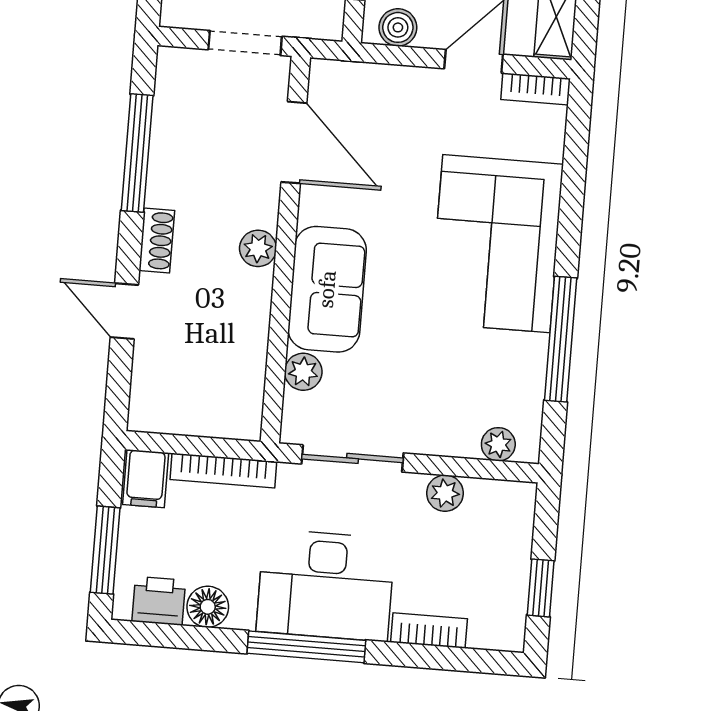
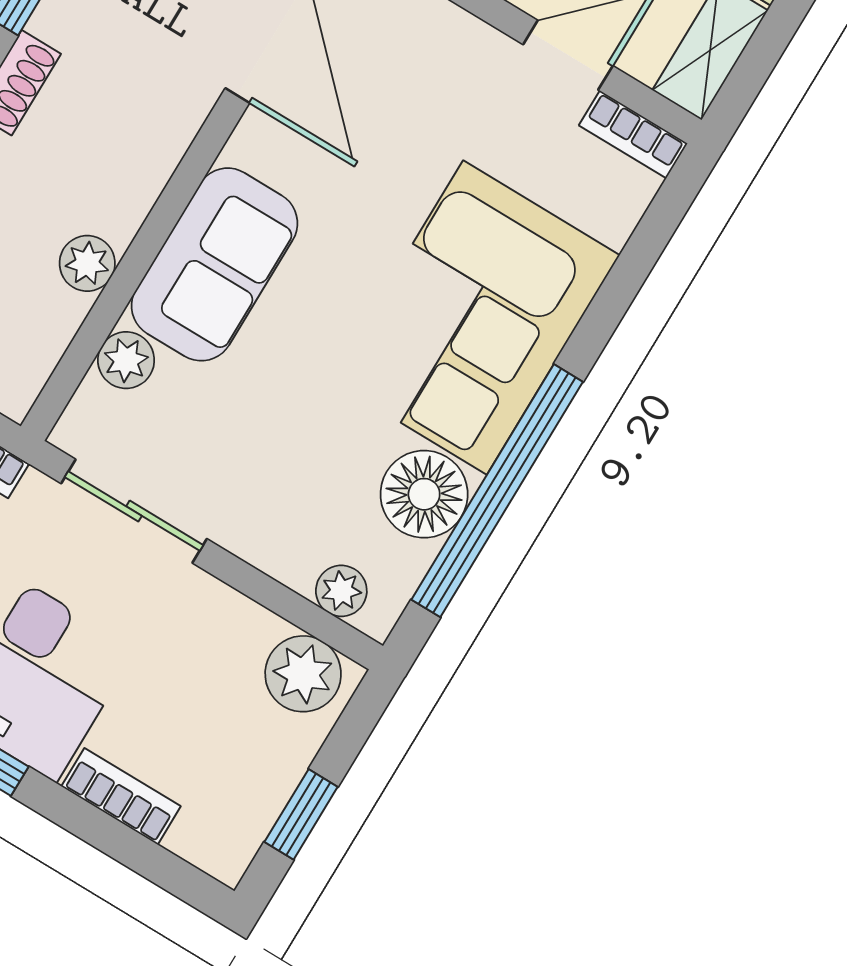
plant: (258, 248) -> (87, 263), moved
window: (561, 339) -> (497, 491), width x1.46
floor lamp: (519, 363) -> (424, 494), added
plant: (445, 493) -> (303, 674), moved, width x1.38, depth x1.38

